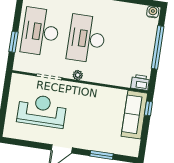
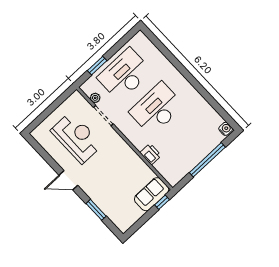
plant: (78, 75) -> (95, 98), moved
printer: (140, 82) -> (151, 154), moved
sofa: (134, 115) -> (152, 194), width x0.73

